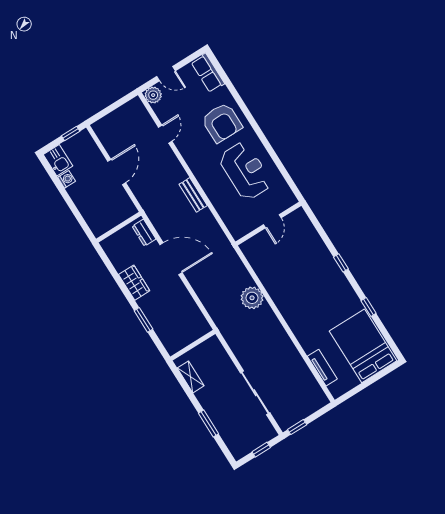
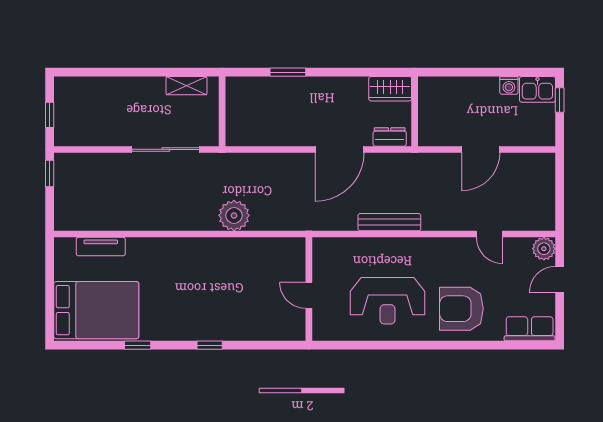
window: (71, 133) -> (560, 100), moved
door: (117, 172) -> (481, 149), hinge flipped
bench: (193, 195) -> (389, 222), width x1.36
wardrobe: (134, 283) -> (390, 89), moved
sliding door: (255, 393) -> (166, 149), moved
window: (208, 424) -> (119, 72), removed

